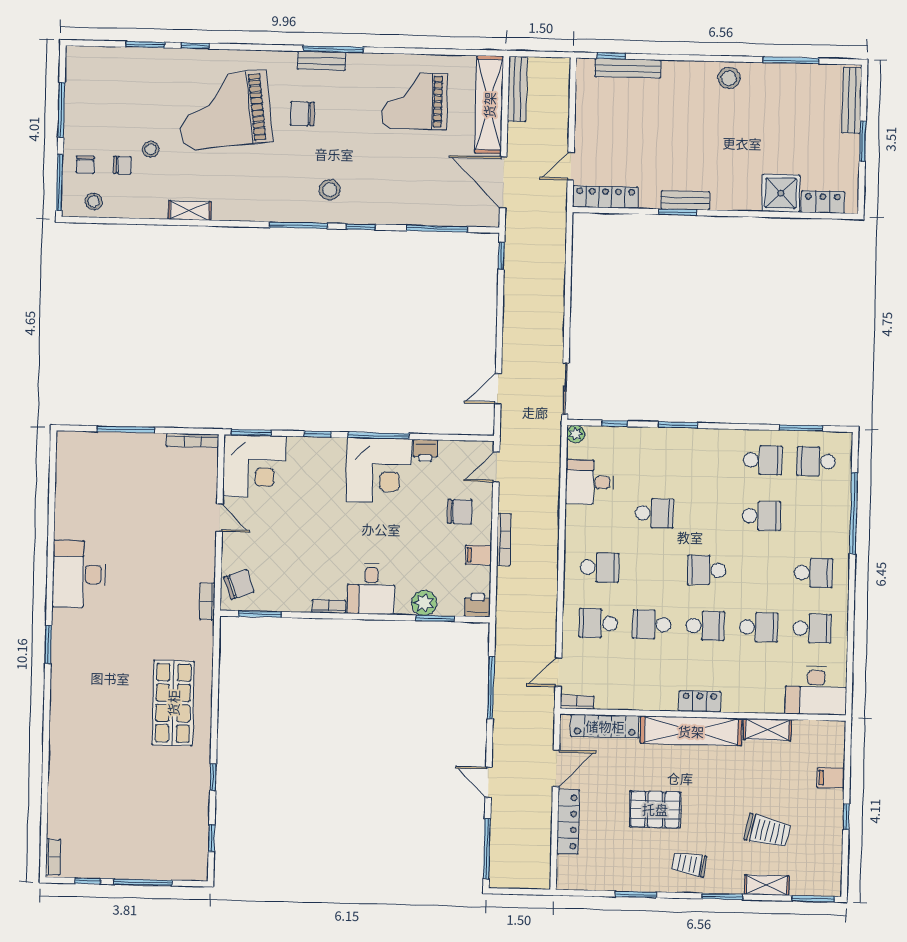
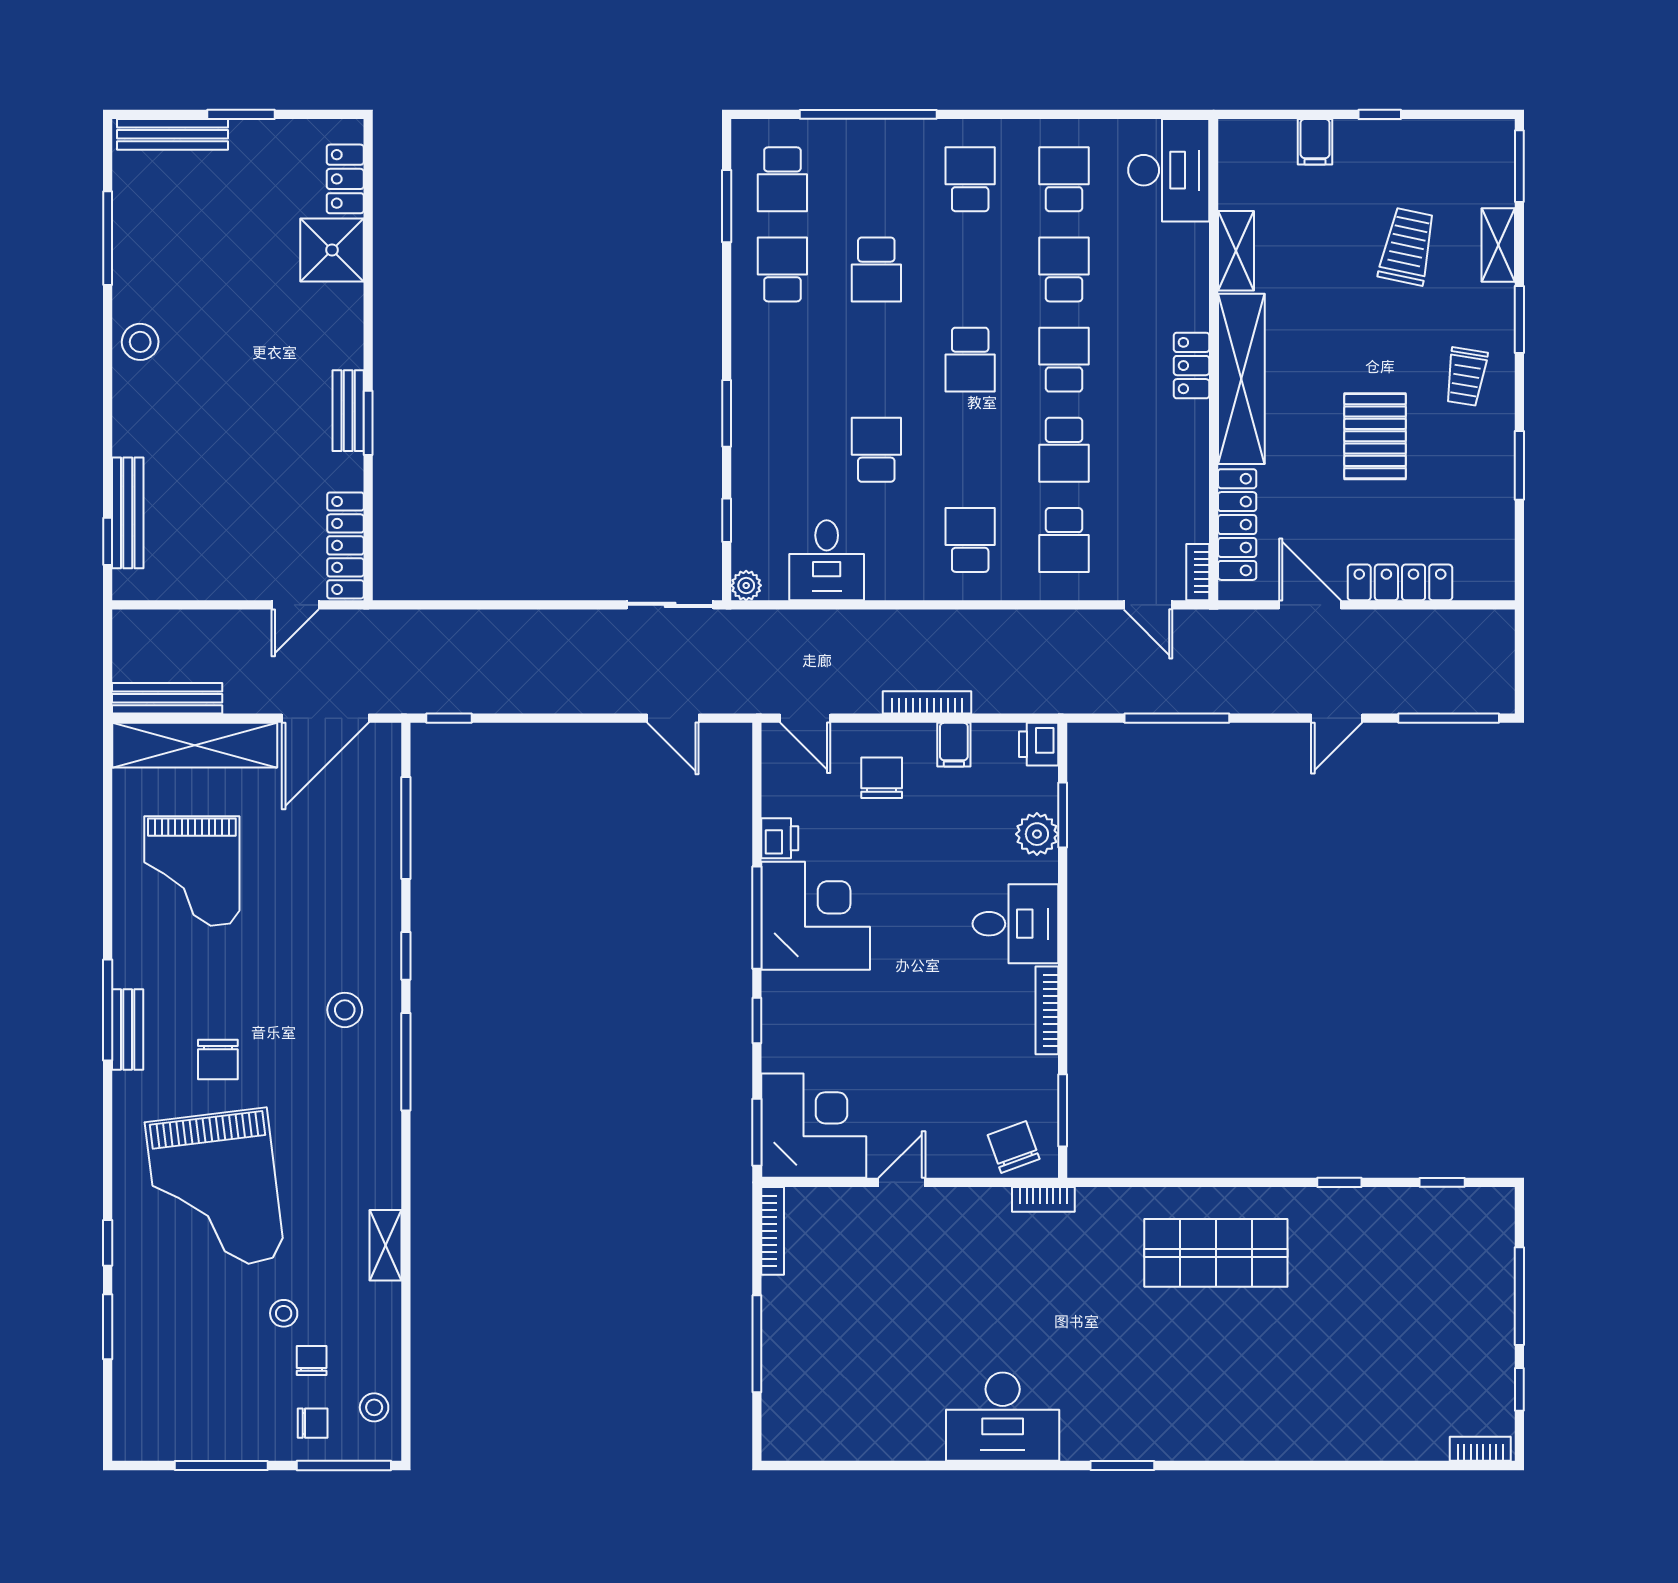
door: (571, 166) -> (295, 605), hinge flipped
school desk: (761, 516) -> (876, 269), turned 180
bookcase: (329, 606) -> (1047, 1010), width x1.56

